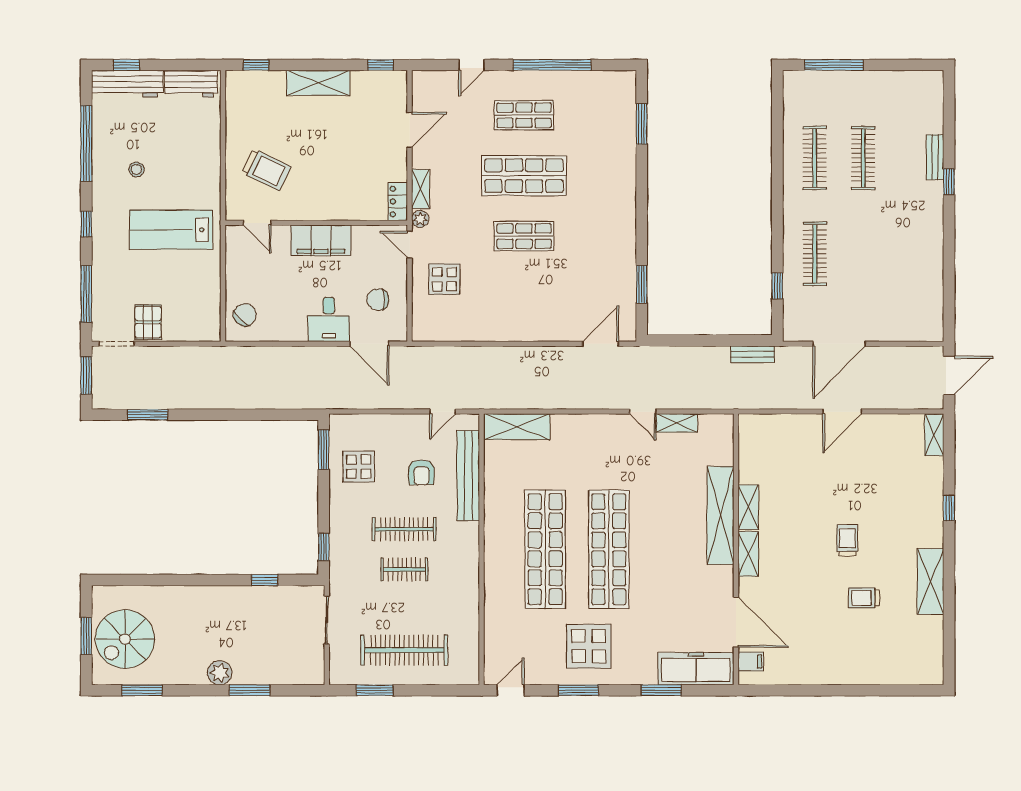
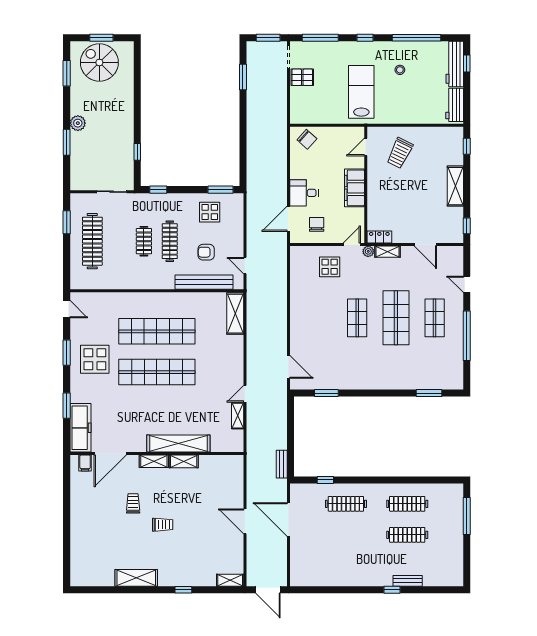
trolley: (864, 598) -> (133, 503), moved

